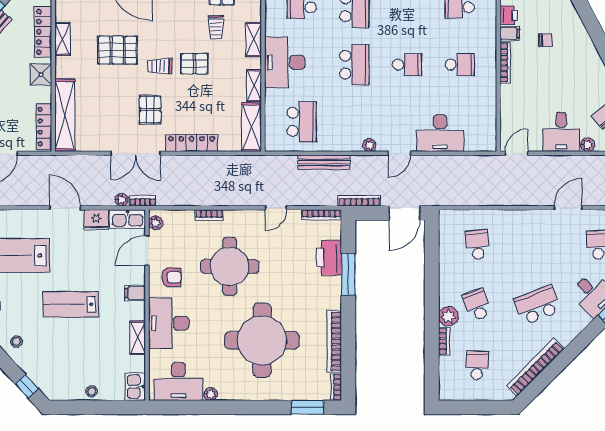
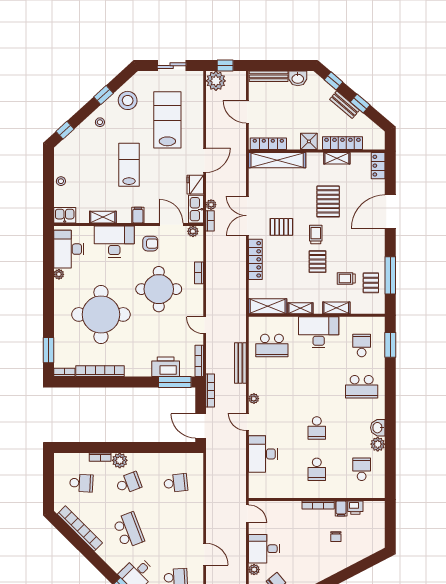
school desk: (354, 65) -> (317, 387), removed
window: (348, 274) -> (175, 382), moved
armchair: (171, 277) -> (150, 244), turned -90

